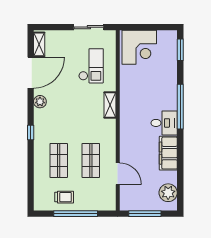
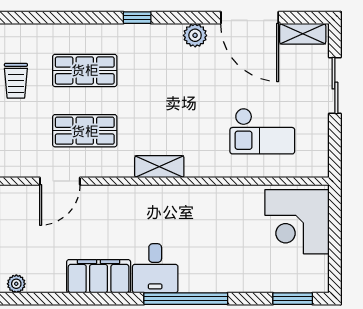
sliding door: (89, 27) -> (335, 86), moved
shelving: (110, 105) -> (159, 167), moved
plant: (168, 193) -> (16, 284), width x0.53, depth x0.53

